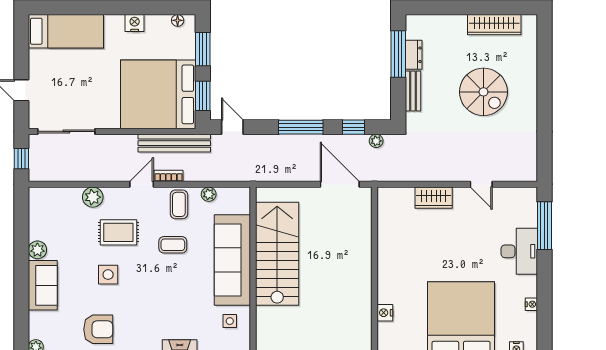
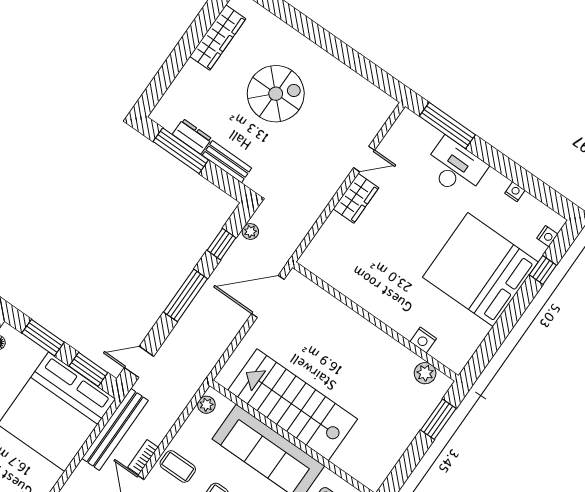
plant: (209, 194) -> (206, 405), moved
wardrobe: (434, 198) -> (356, 198), moved
plant: (363, 330) -> (425, 373), added

